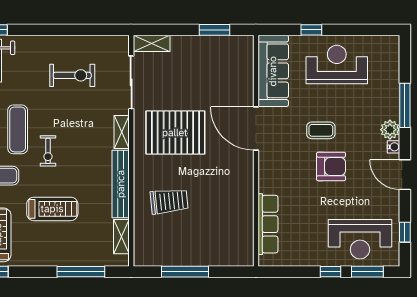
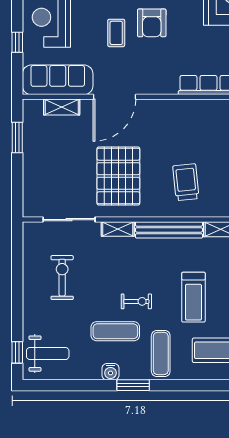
shelving: (152, 43) -> (62, 107), moved, turned 90
armchair: (331, 166) -> (152, 23), turned 180
treadmill: (52, 209) -> (193, 297), turned 180

